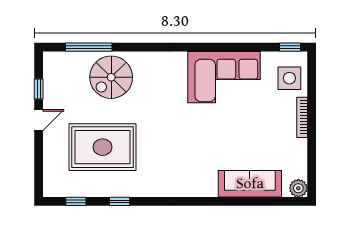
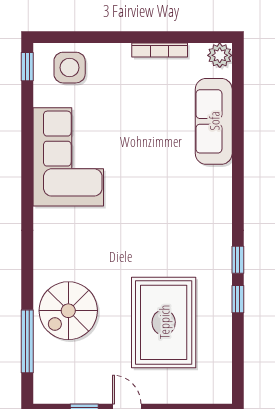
spiral stairs: (111, 77) -> (68, 311), turned 90
bookcase: (302, 117) -> (160, 50), moved
window: (76, 201) -> (238, 260), moved

